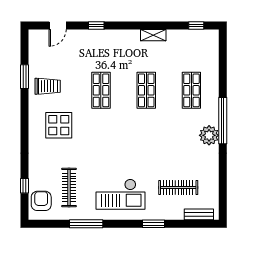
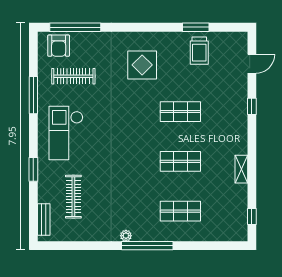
door: (58, 26) -> (252, 64), swing flipped
trolley: (48, 86) -> (199, 51), moved
plant: (209, 135) -> (126, 236), width x0.53, depth x0.53
window: (24, 186) -> (75, 27), width x3.17
armchair: (41, 201) -> (59, 46), turned 90

